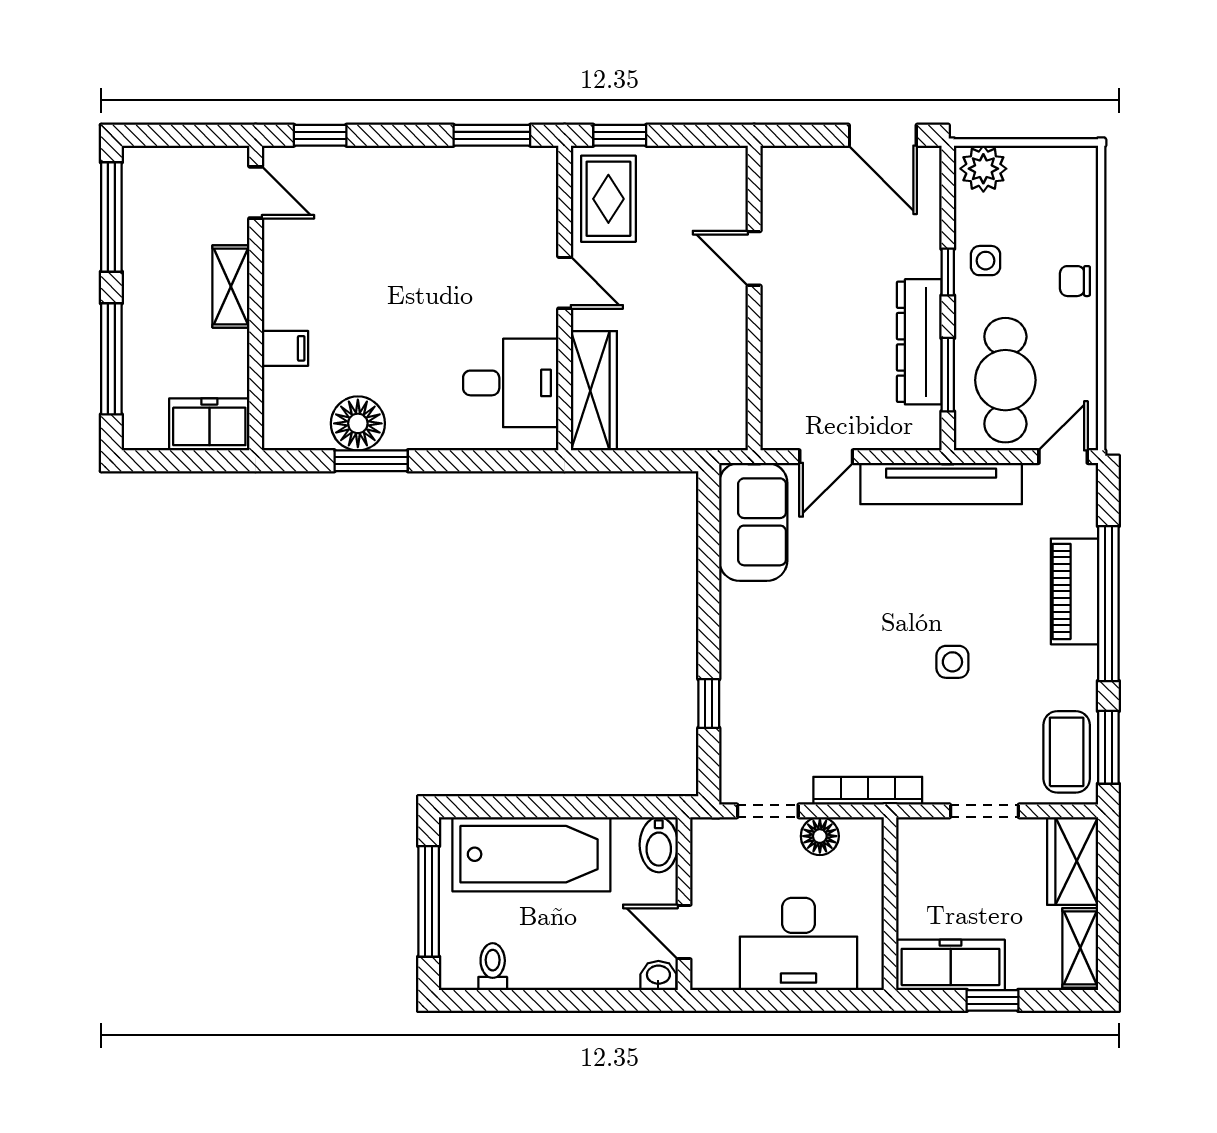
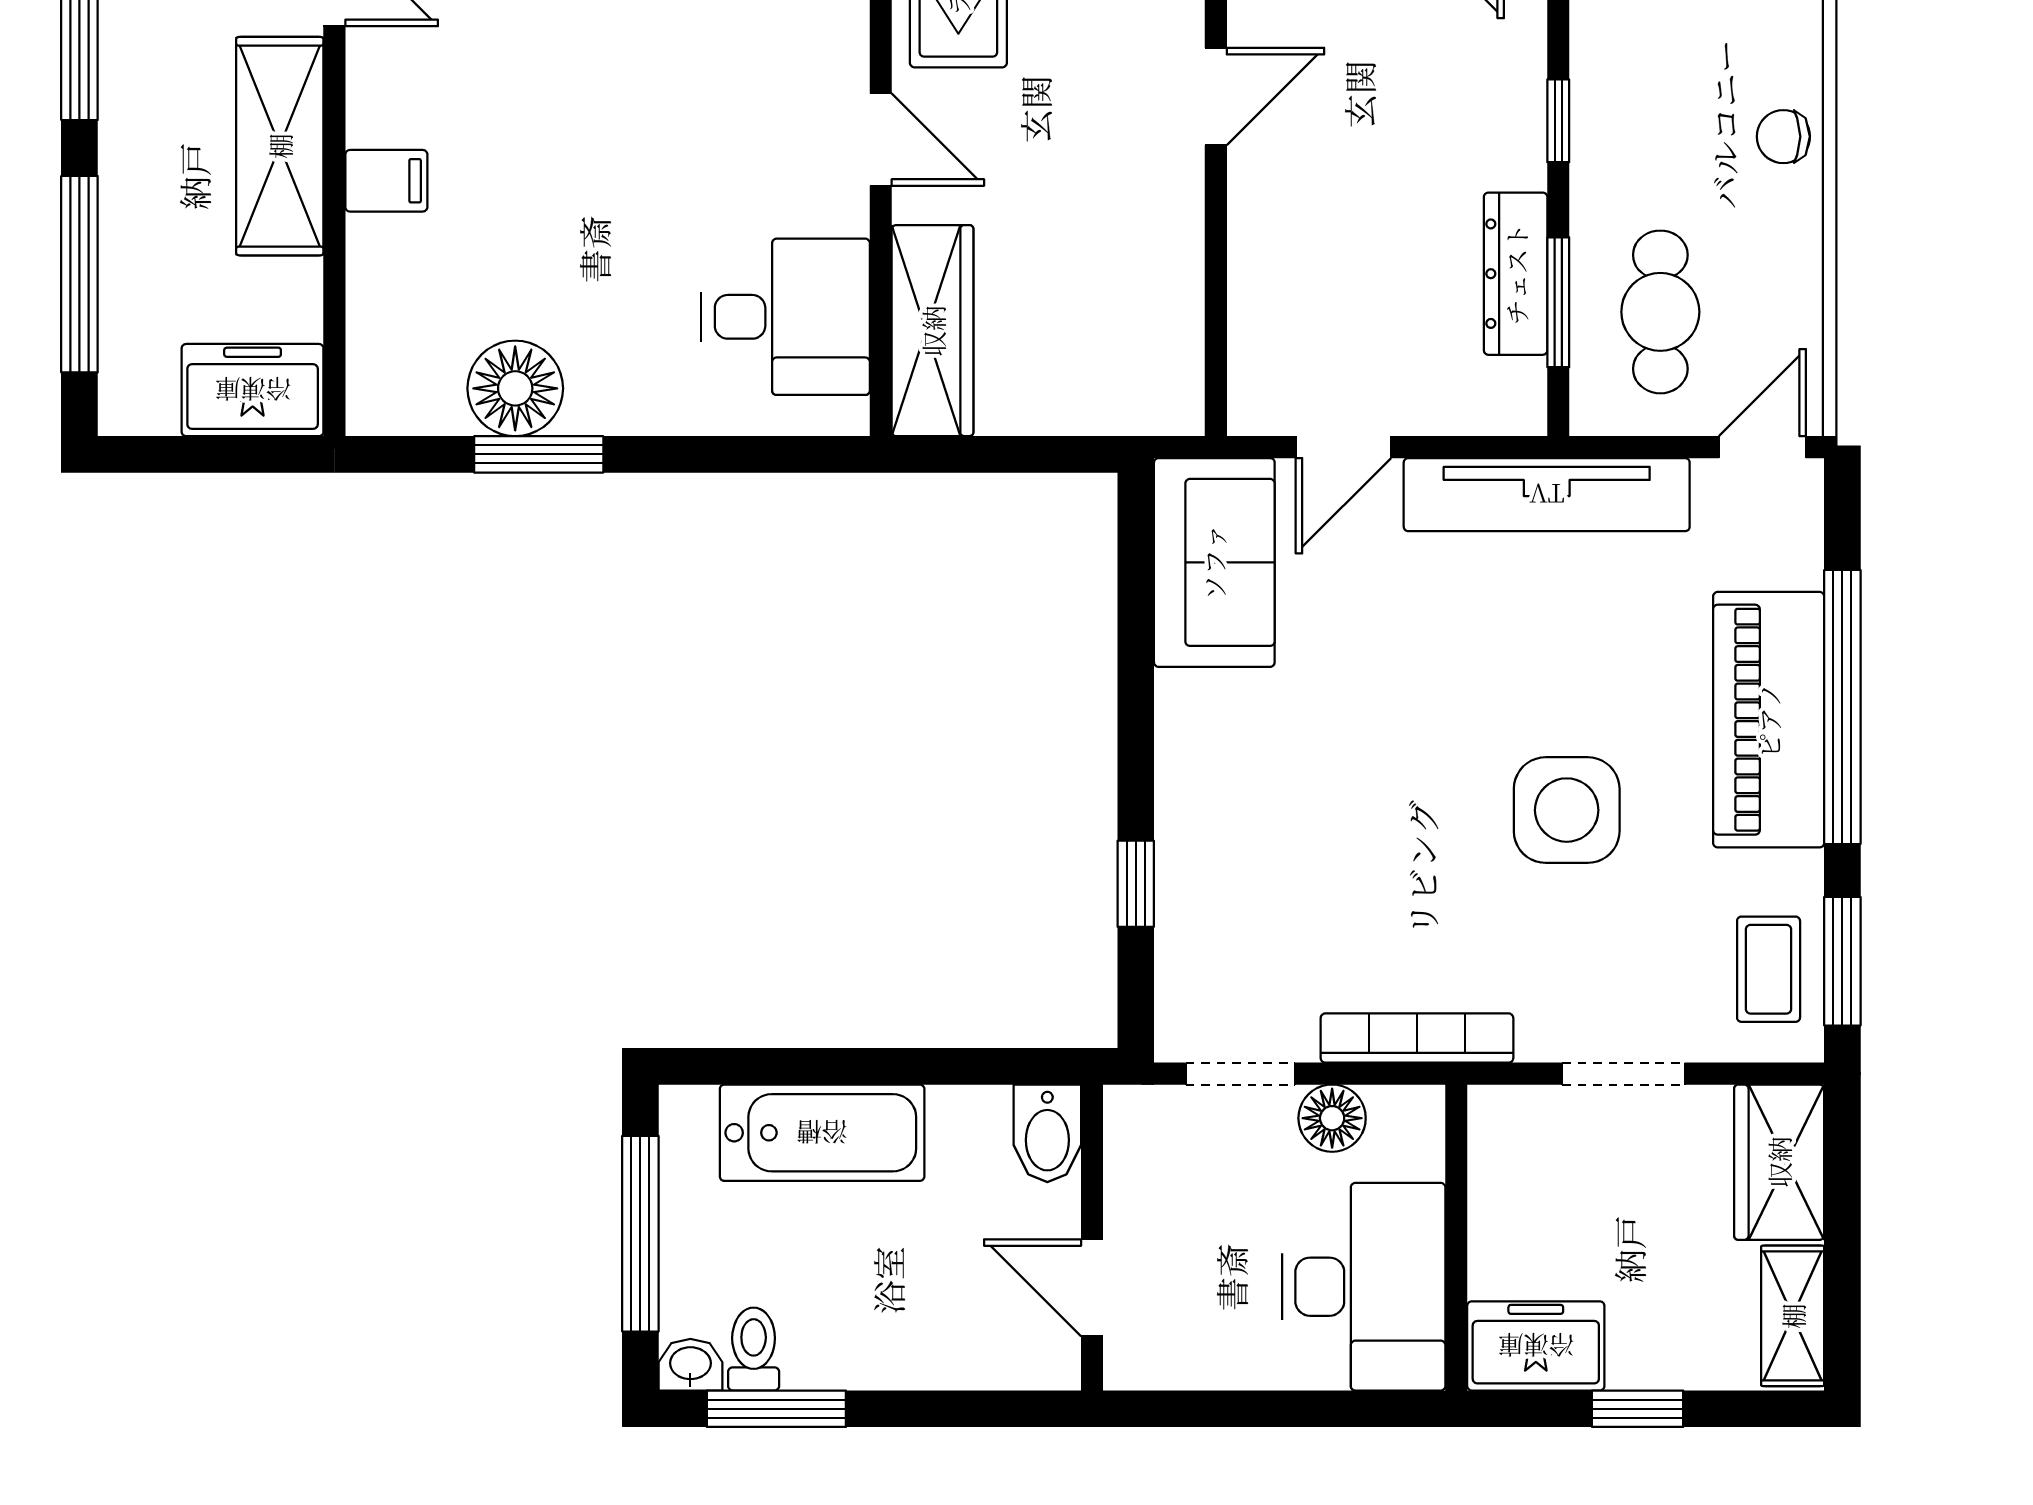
door: (754, 258) -> (1216, 97), swing flipped
side table: (986, 261) -> (1625, 100), removed
shelving: (231, 286) -> (280, 146), width x1.50, depth x1.33
dresser: (919, 342) -> (1516, 274), width x0.73, depth x0.80
filing cabinet: (285, 348) -> (386, 181), moved
cafe table: (1005, 380) -> (1660, 312), width x0.73, depth x0.74
piano: (1074, 591) -> (1769, 720), width x1.37, depth x1.33
side table: (952, 662) -> (1567, 810), width x1.87, depth x1.87
coffee table: (1067, 752) -> (1769, 969), width x0.73, depth x0.77
bathtub: (531, 854) -> (822, 1133), width x0.73, depth x0.73
desk: (798, 944) -> (1364, 1287), moved, turned -90
freezer: (951, 965) -> (1536, 1346), width x0.71
washbasin: (658, 976) -> (690, 1365), moved
window: (506, 1000) -> (776, 1409), added

